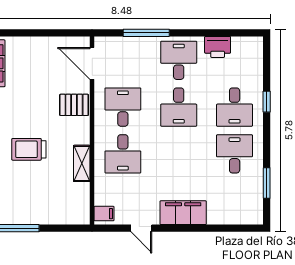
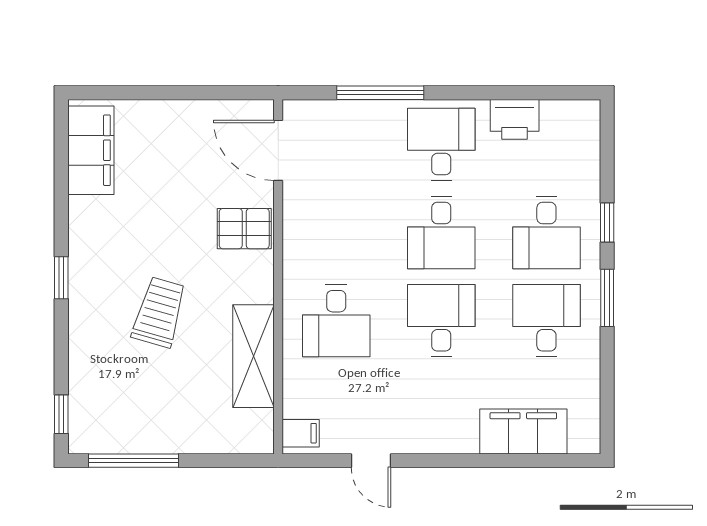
desk: (123, 107) -> (441, 321), moved
trolley: (29, 149) -> (159, 312), turned 106
shelving: (82, 163) -> (254, 356), width x1.50, depth x1.33
window: (267, 183) -> (607, 298), moved
filing cabinet: (183, 213) -> (523, 431), moved

